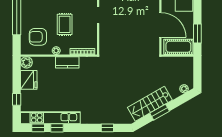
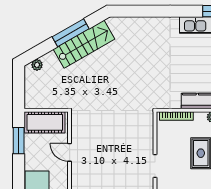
door: (160, 25) -> (70, 152), width x0.53
window: (160, 112) -> (71, 33), width x1.44
window: (107, 128) -> (142, 11), removed

